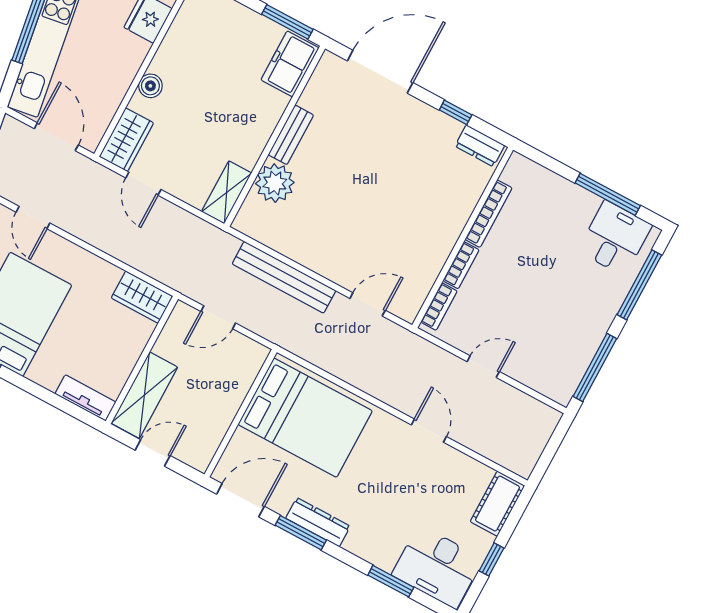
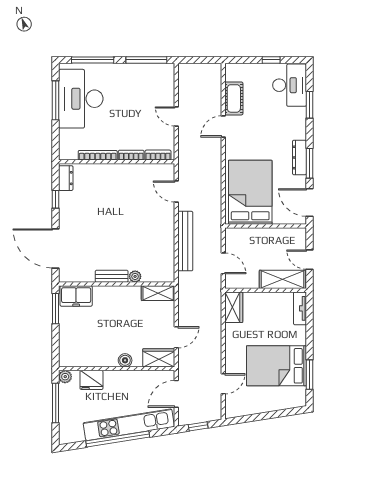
plant: (275, 183) -> (135, 276), width x0.53, depth x0.53
desk: (615, 238) -> (81, 99), width x1.87, depth x1.30
cot: (497, 504) -> (234, 98), moved, turned 90

